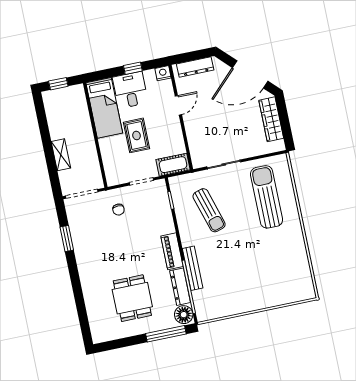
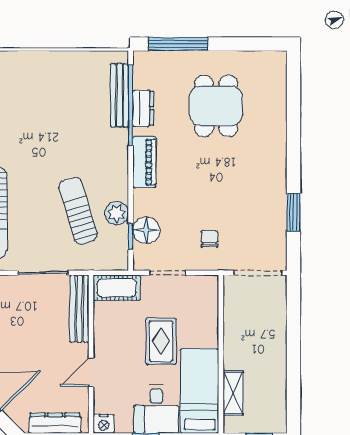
bench: (195, 146) -> (79, 309), added
shelving: (61, 155) -> (233, 393), moved
plant: (183, 214) -> (117, 213), added
bench: (193, 268) -> (119, 95), moved
dresser: (180, 287) -> (143, 108), width x0.70
floor lamp: (184, 315) -> (146, 230), moved

